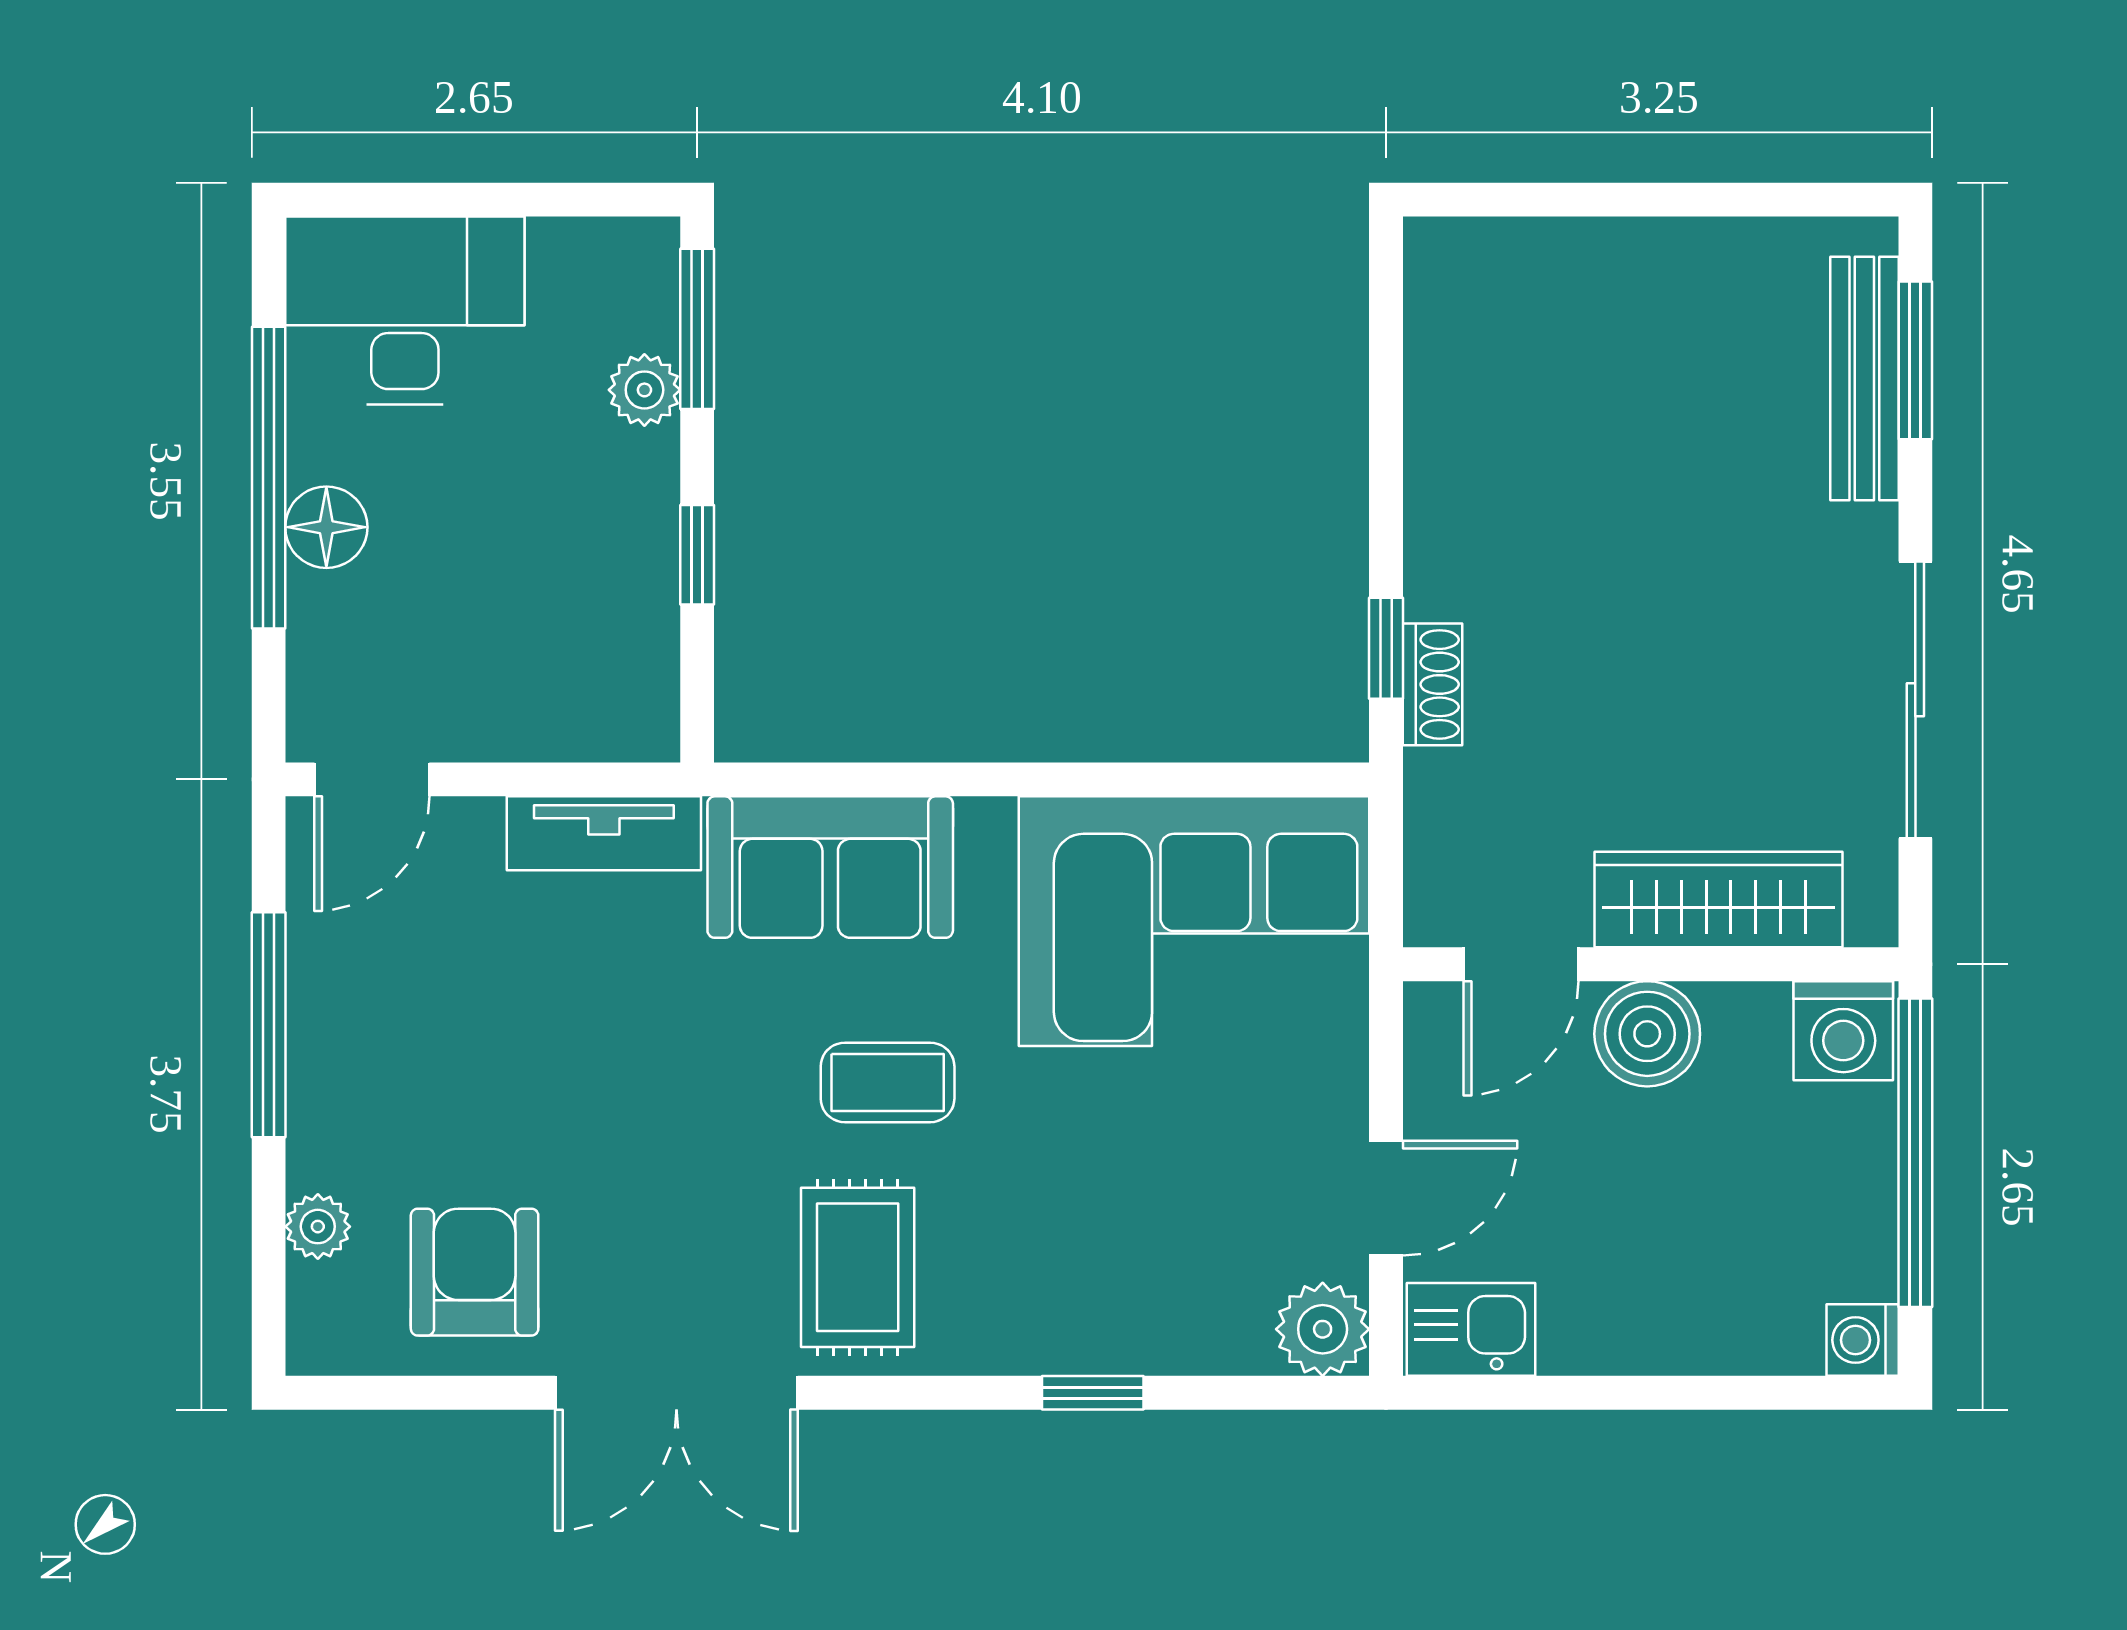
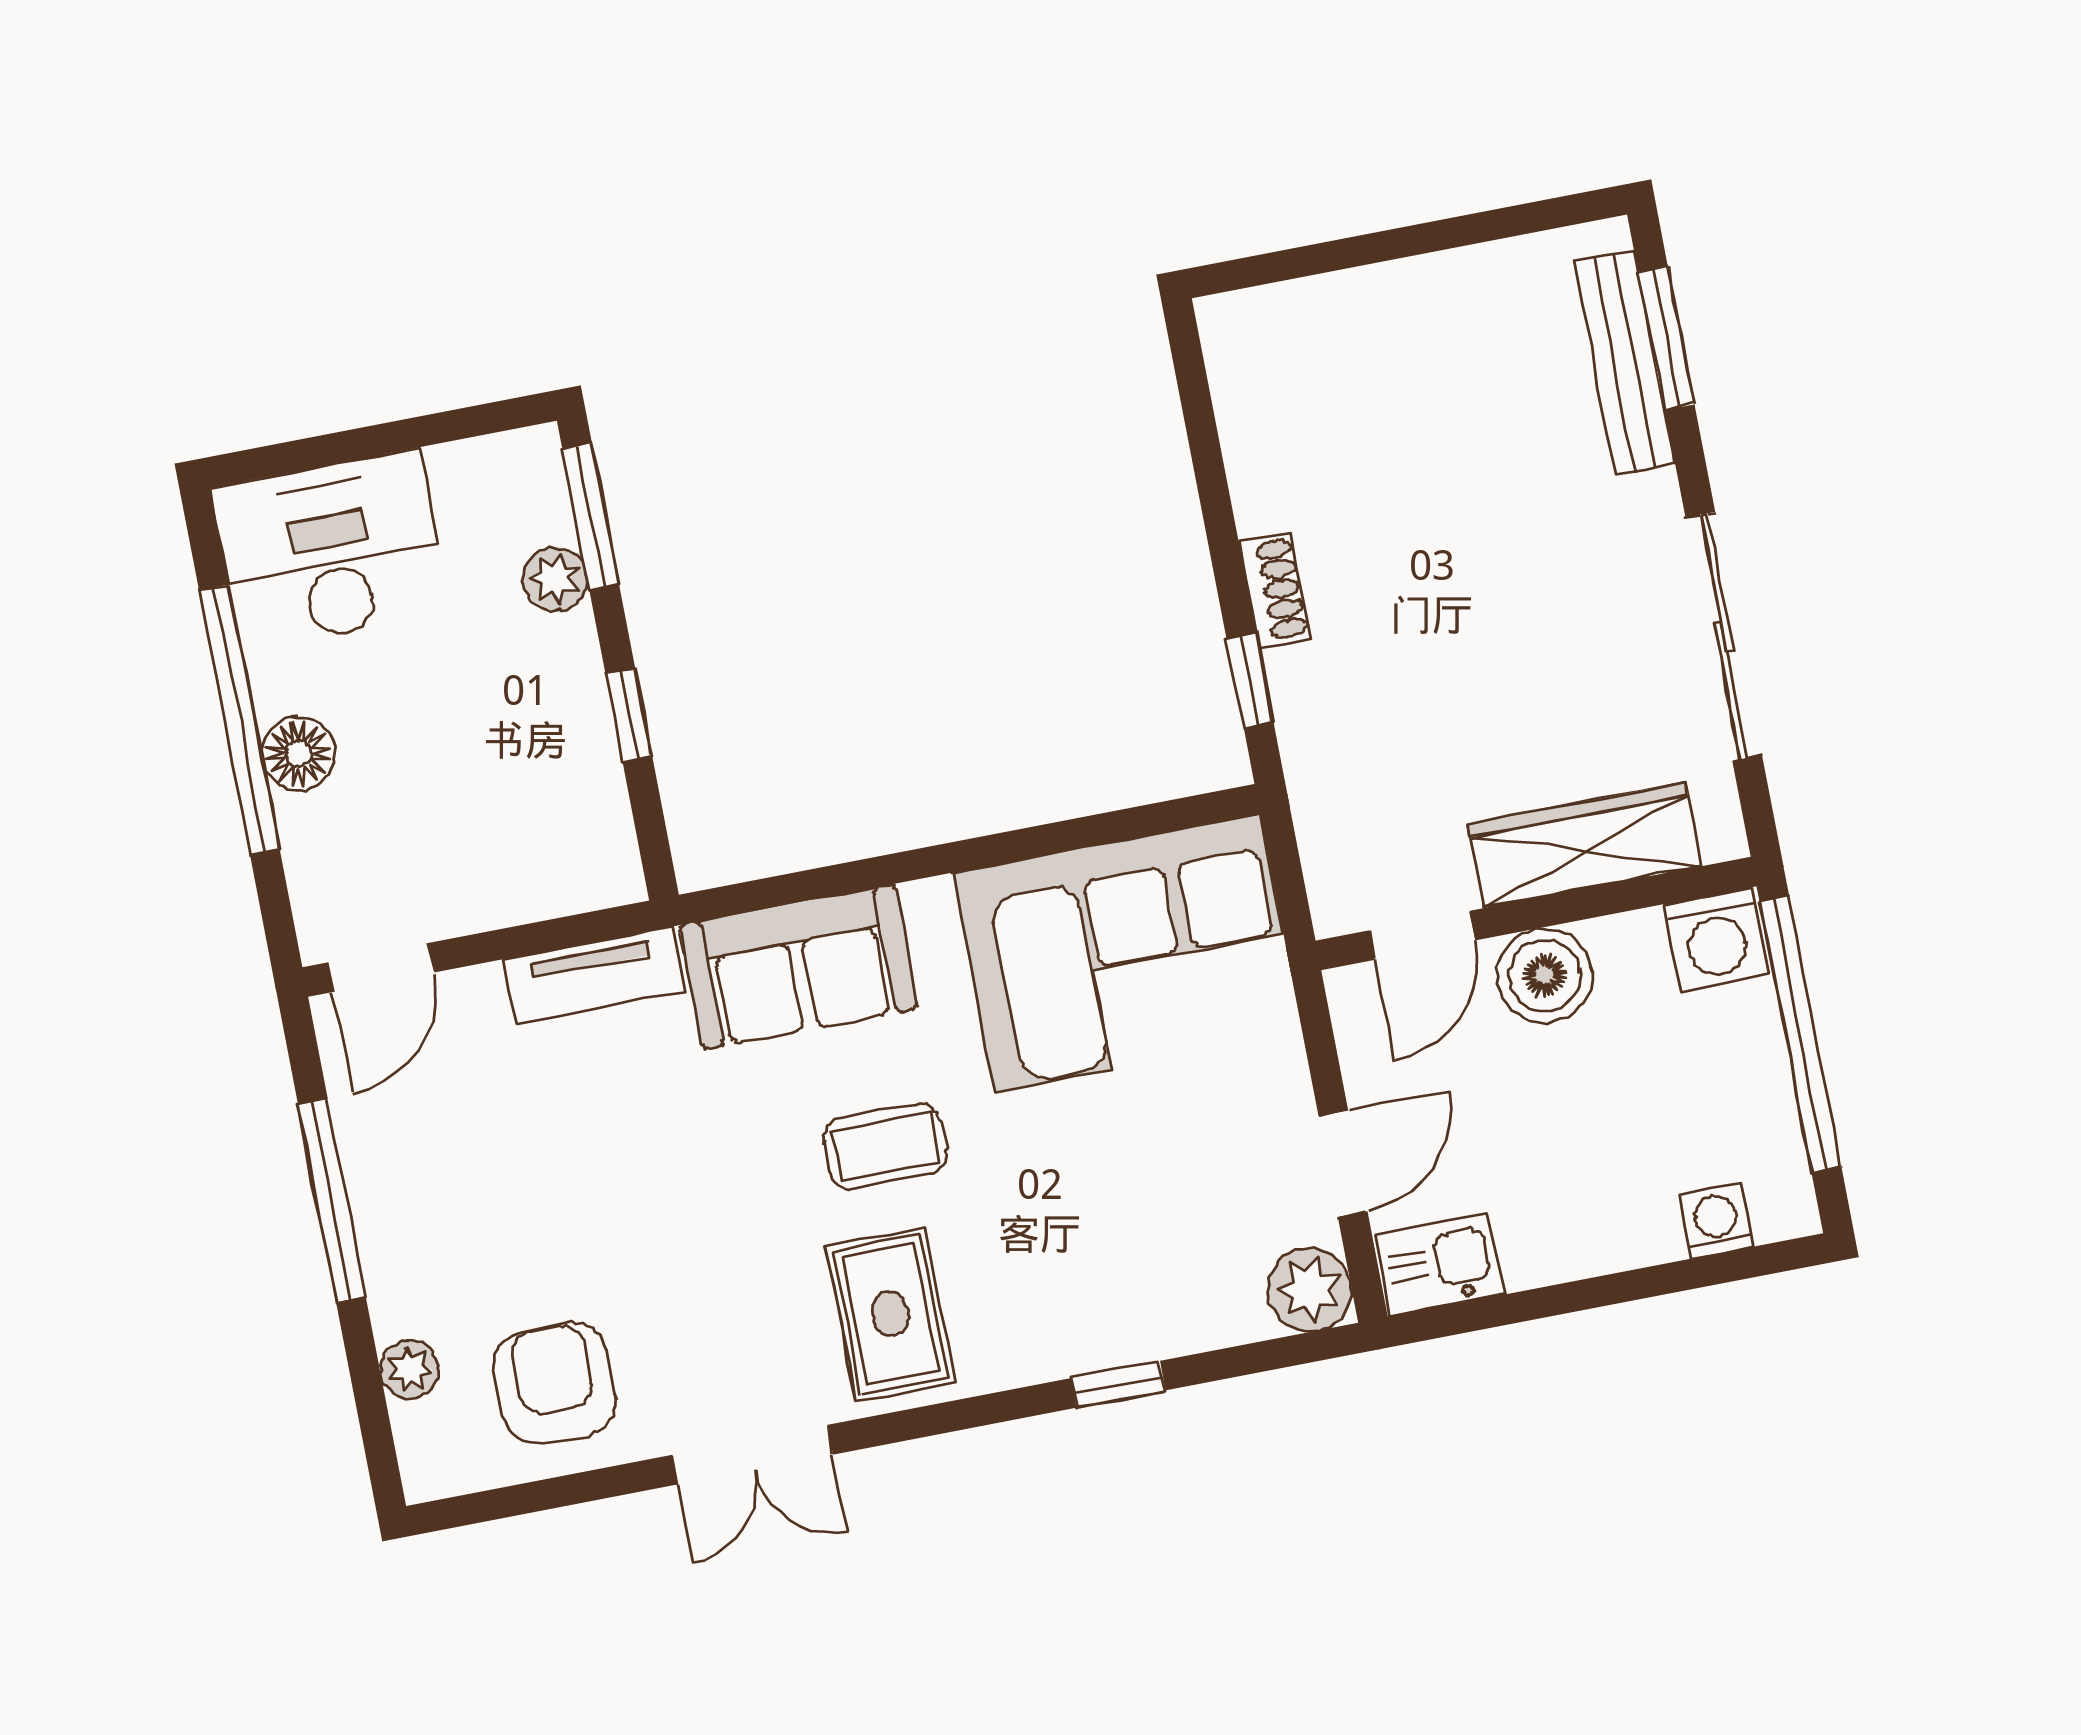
shoe rack: (1432, 684) -> (1275, 590), moved
washing machine: (1863, 1340) -> (1717, 1221), moved, turned 90
double door: (676, 1393) -> (752, 1455), width x0.73

